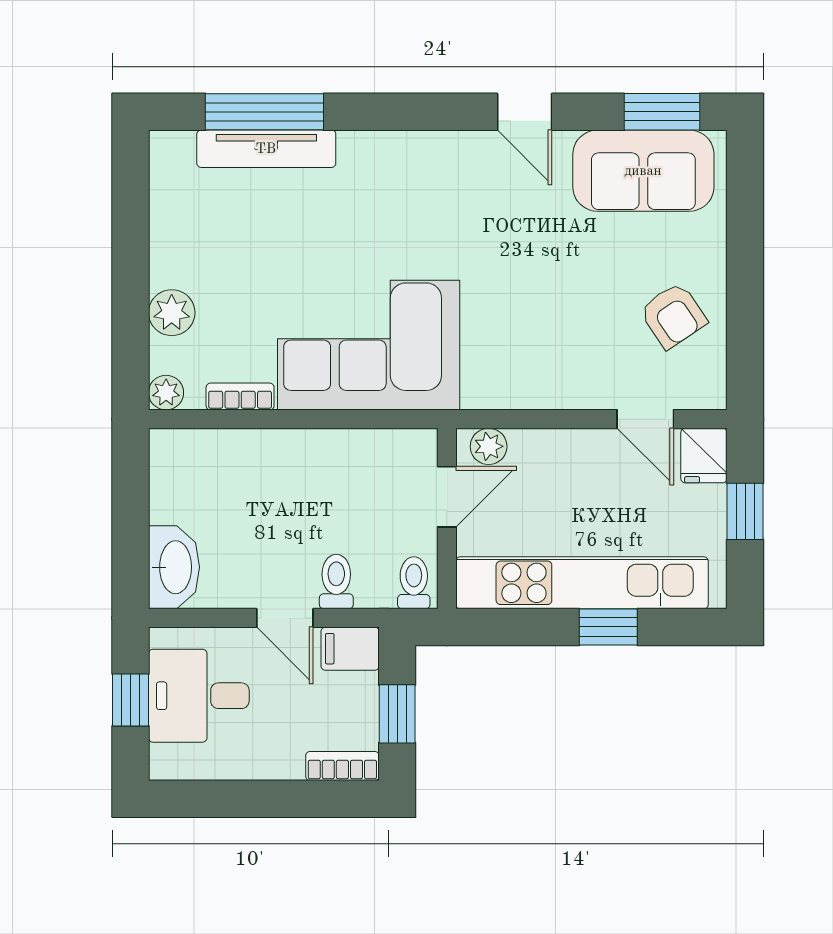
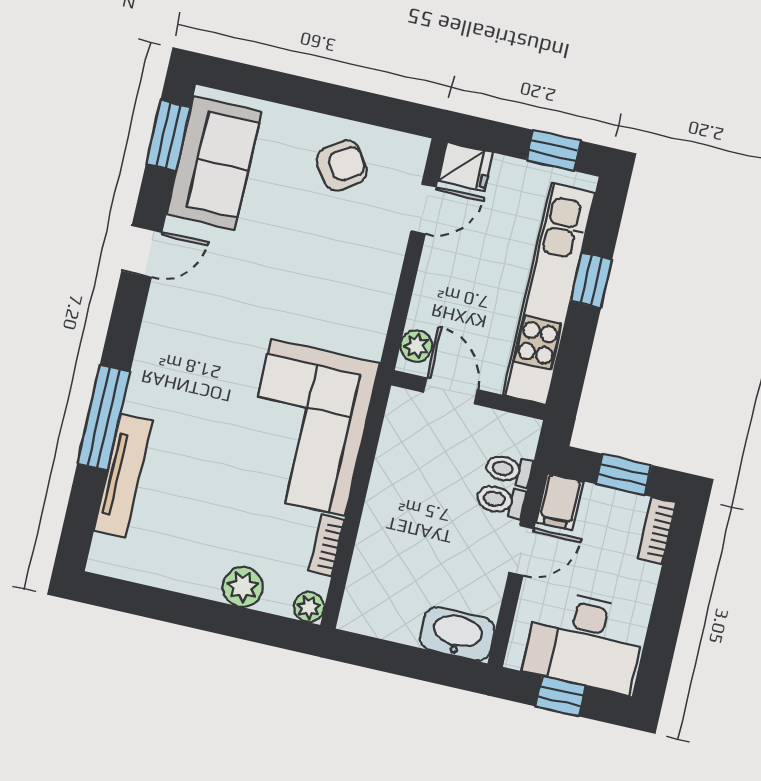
window: (264, 112) -> (104, 418), moved
window: (745, 511) -> (553, 150), moved
toilet: (414, 583) -> (509, 470), moved
desk: (199, 696) -> (585, 641), width x1.37

